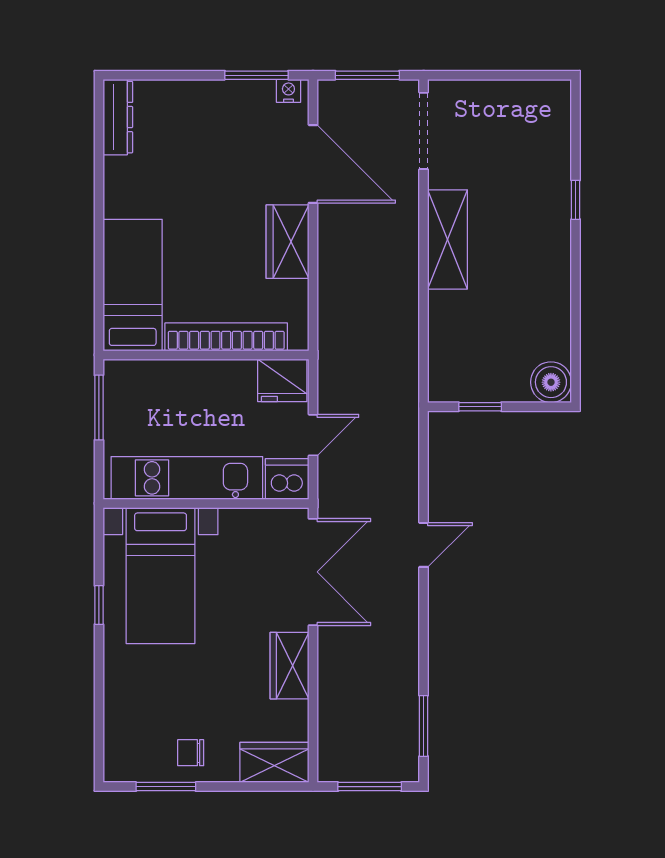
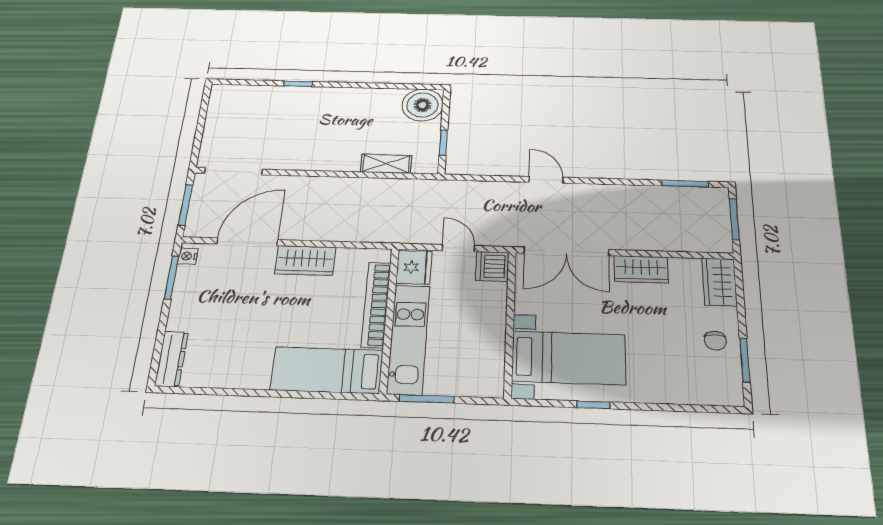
dresser: (118, 117) -> (172, 359), moved, turned 90
shelving: (448, 239) -> (386, 164), moved, width x0.67, depth x0.75
boiler: (551, 382) -> (422, 105), width x1.37, depth x1.37
kitchen unit: (187, 478) -> (408, 339), moved, turned 180
double door: (313, 572) -> (566, 251), swing flipped

